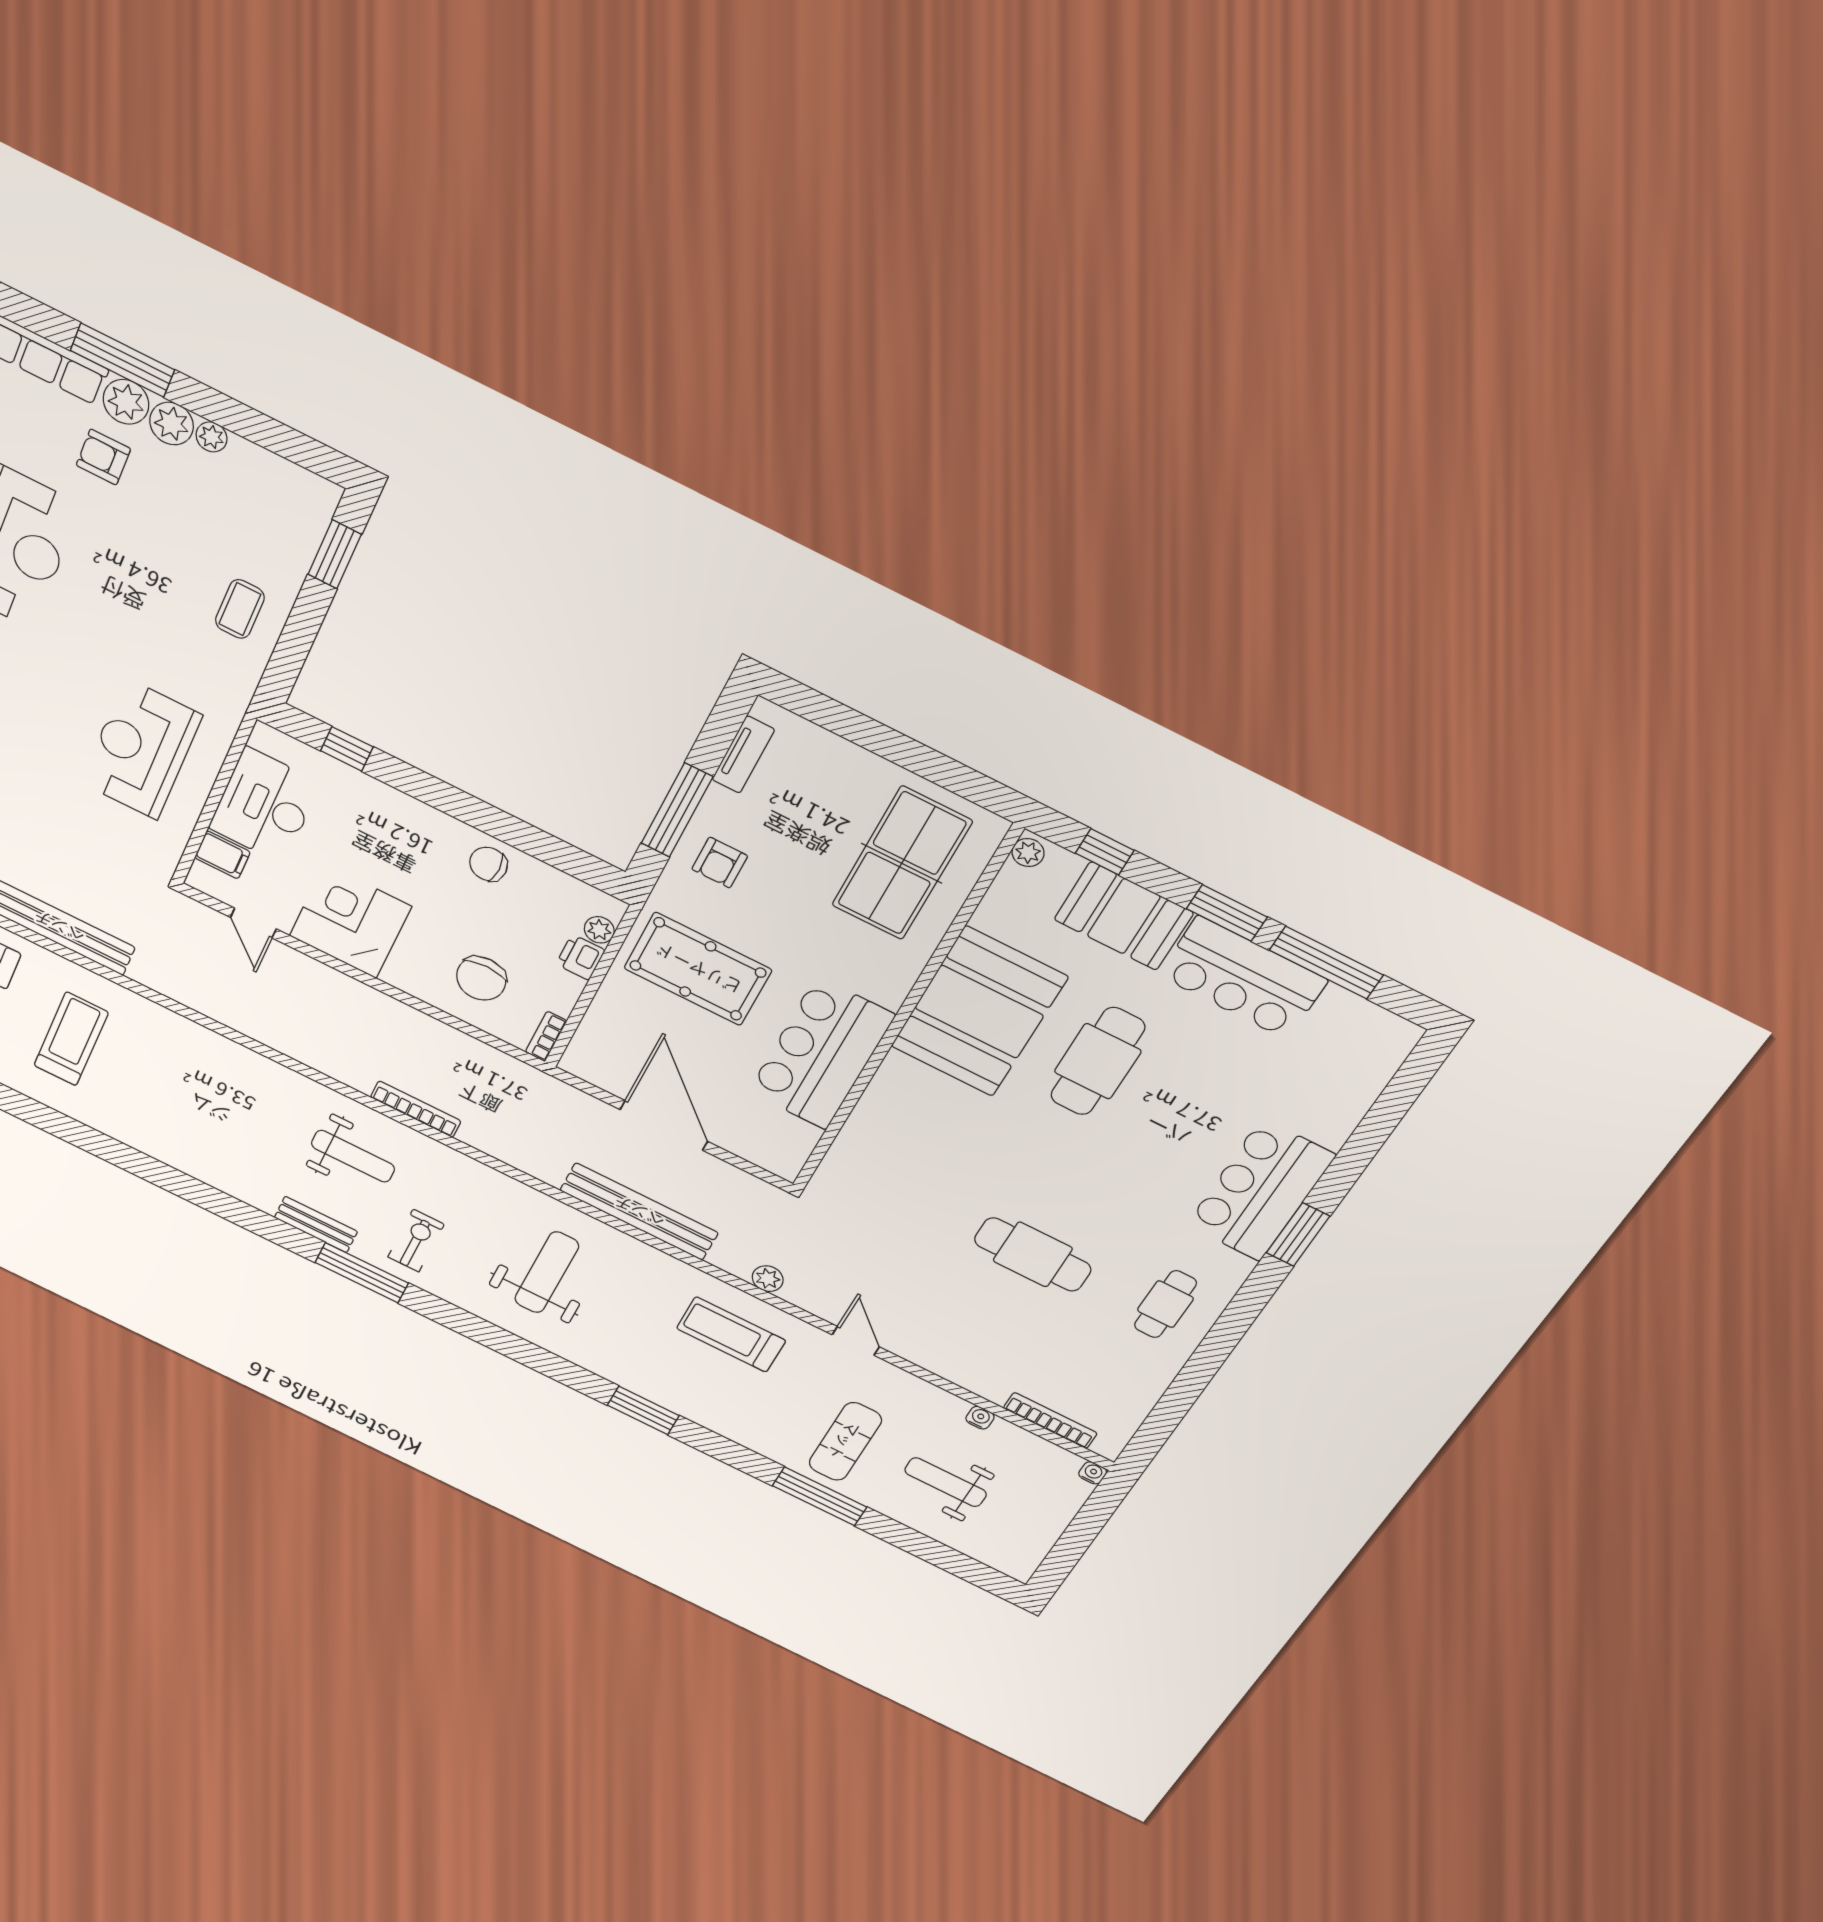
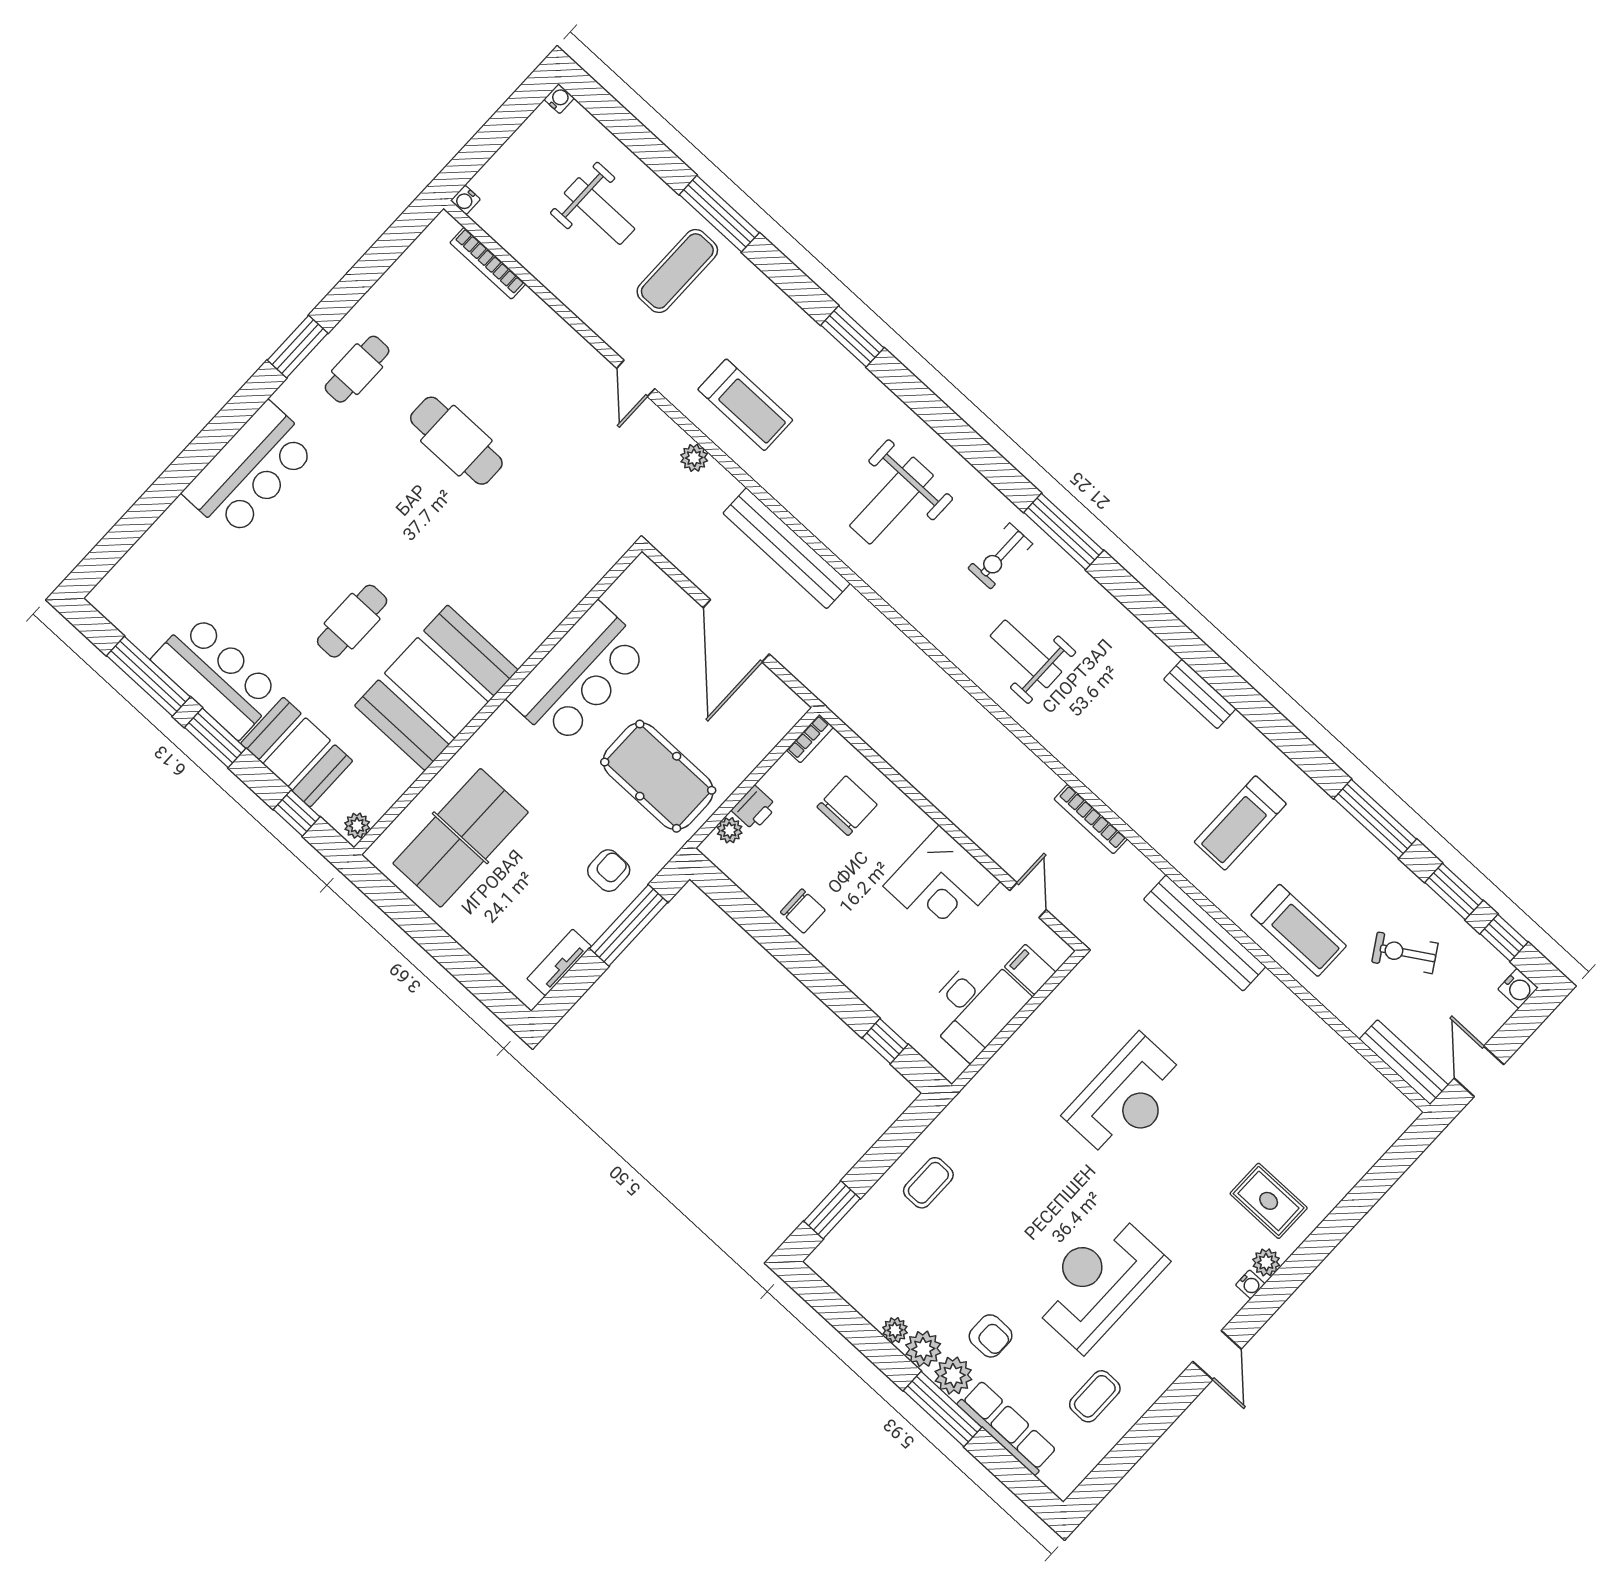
reception desk: (141, 749) -> (1127, 1098), moved
cafe table: (1098, 1061) -> (352, 621), width x0.73, depth x0.74
bookcase: (416, 1109) -> (1091, 819), moved
bench: (316, 1225) -> (1200, 694), moved
window: (1298, 1235) -> (298, 347), moved
water cooler: (980, 1418) -> (559, 99), moved, turned 180

